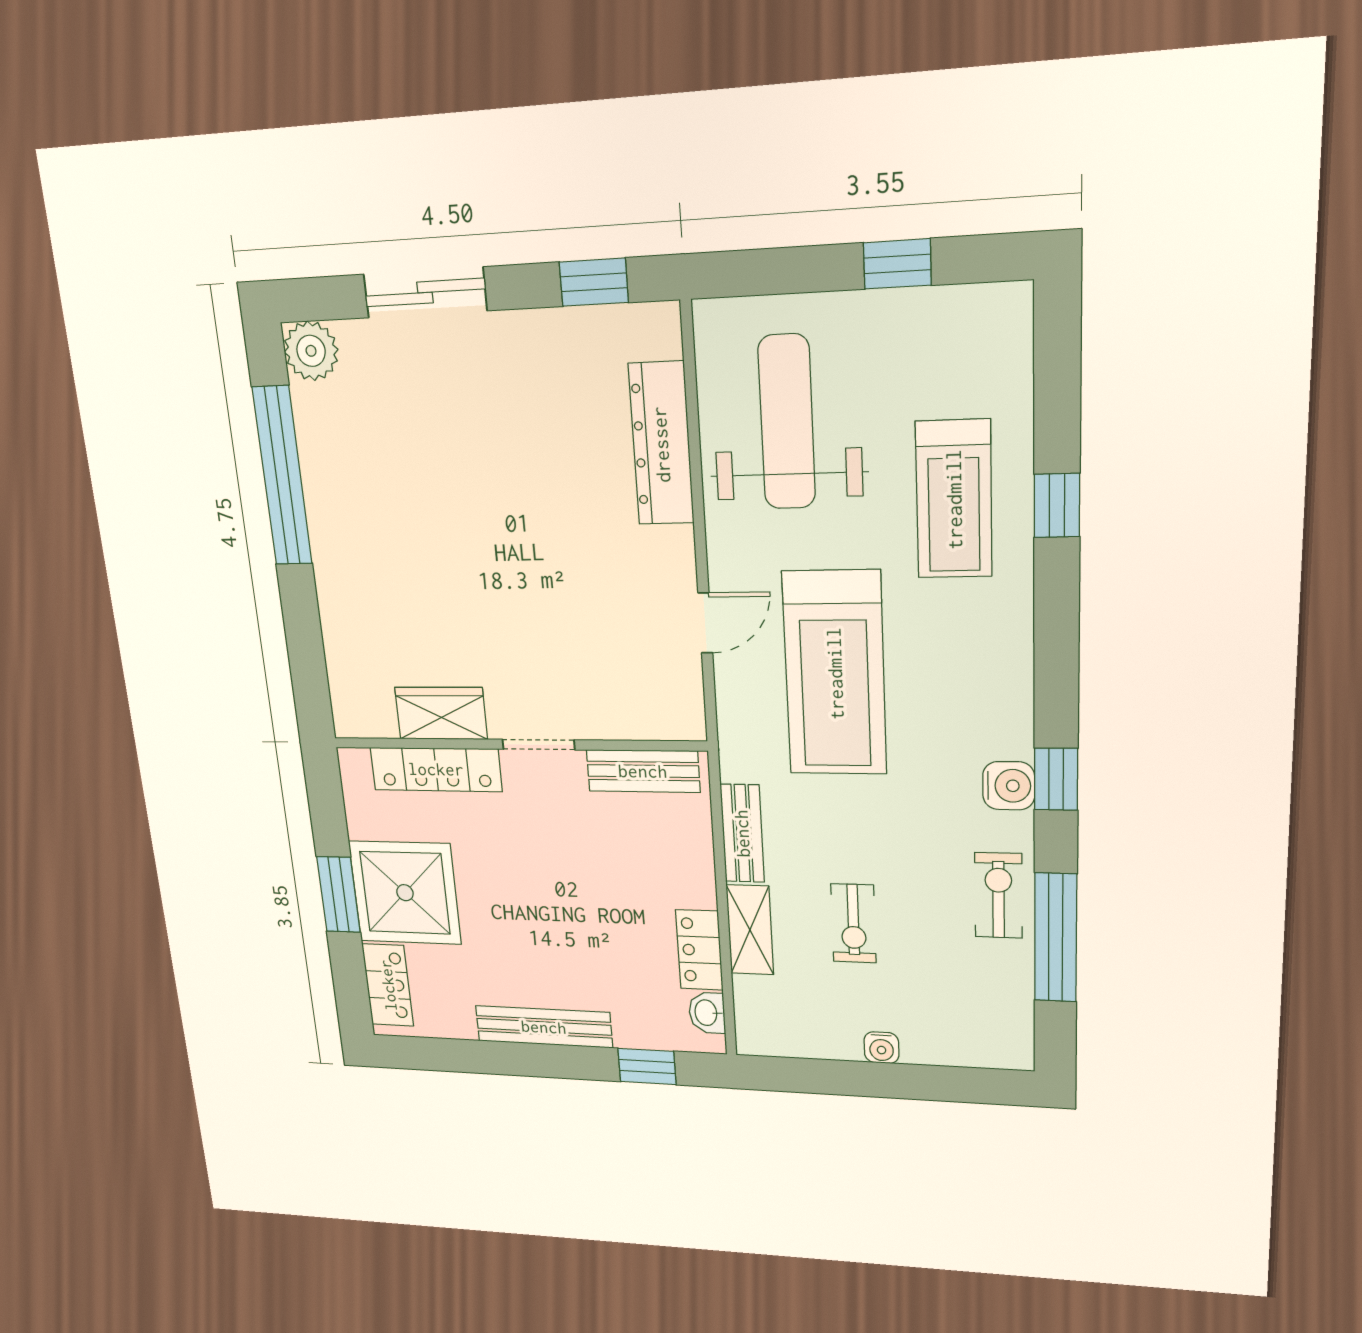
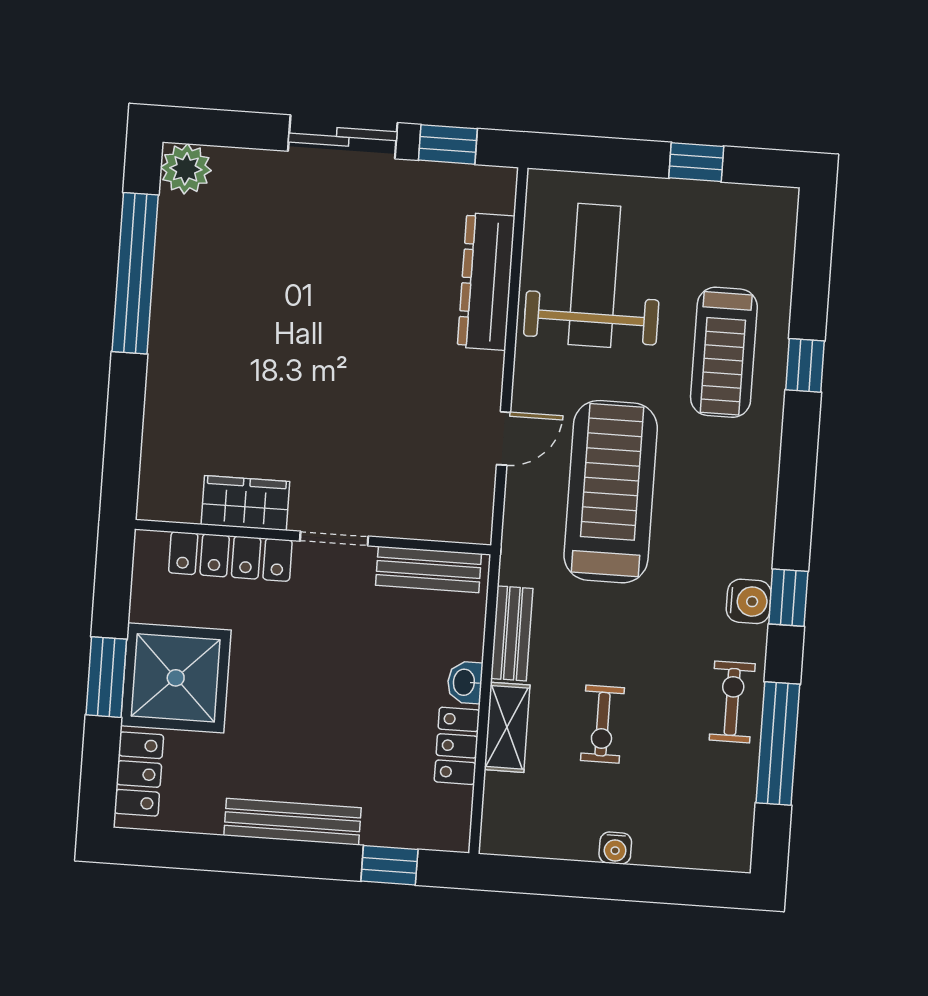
sliding door: (425, 292) -> (343, 137), moved
treadmill: (835, 673) -> (611, 492), turned 180
washbasin: (707, 1013) -> (465, 682), moved

